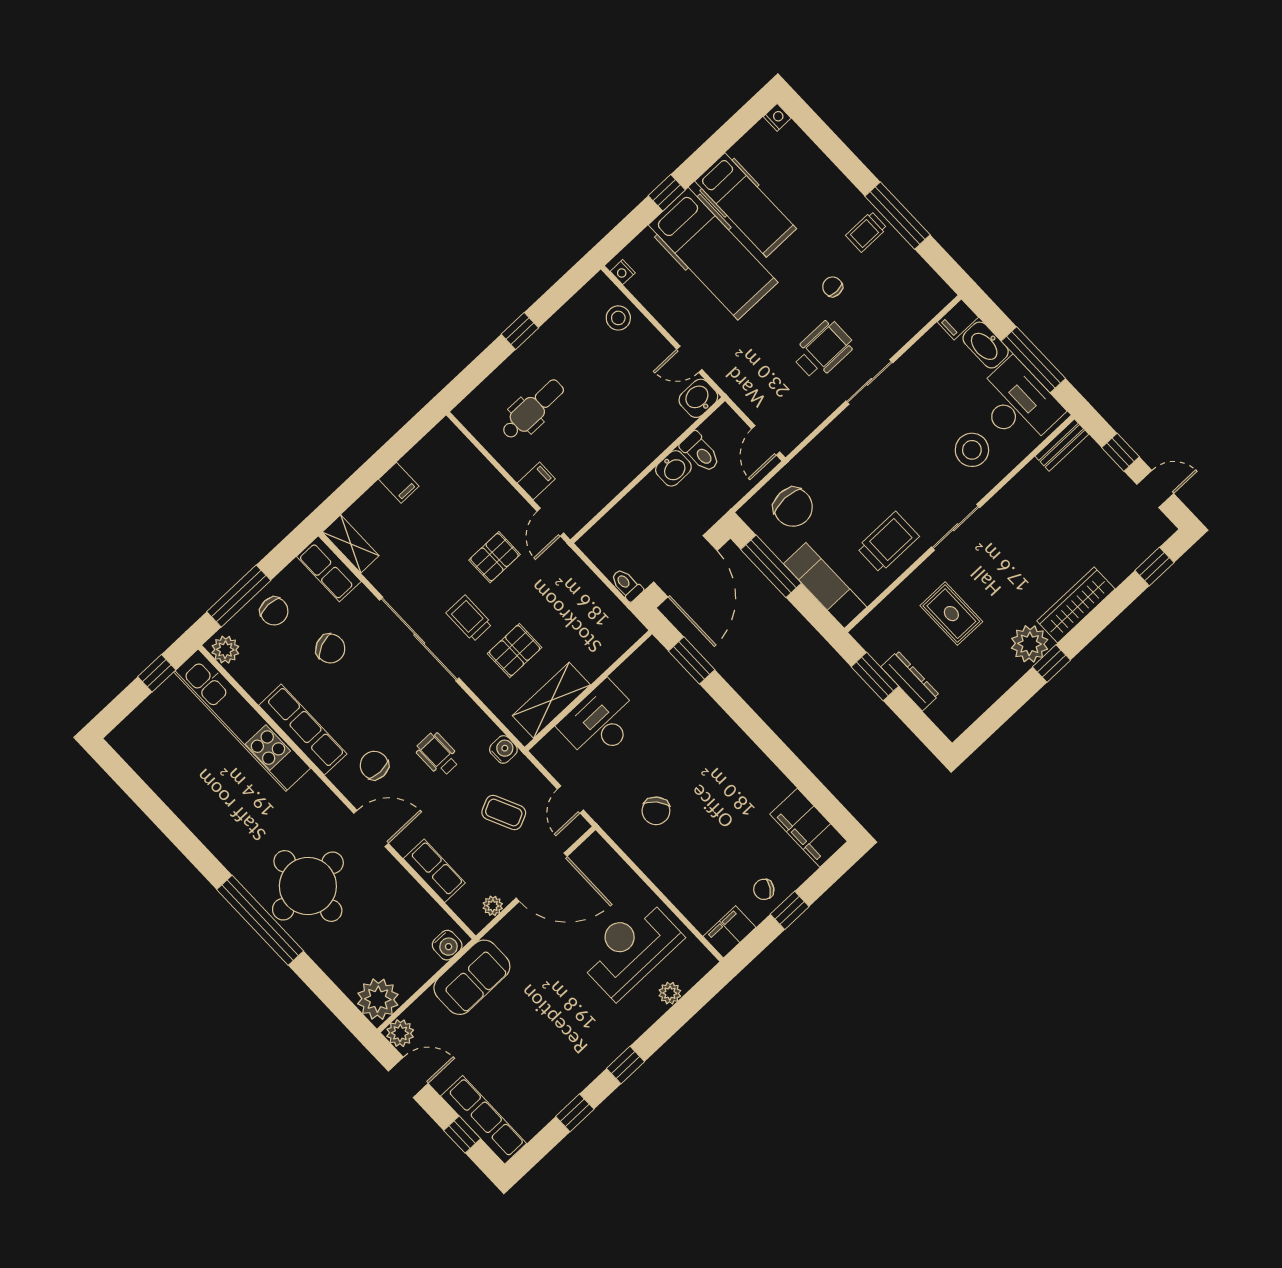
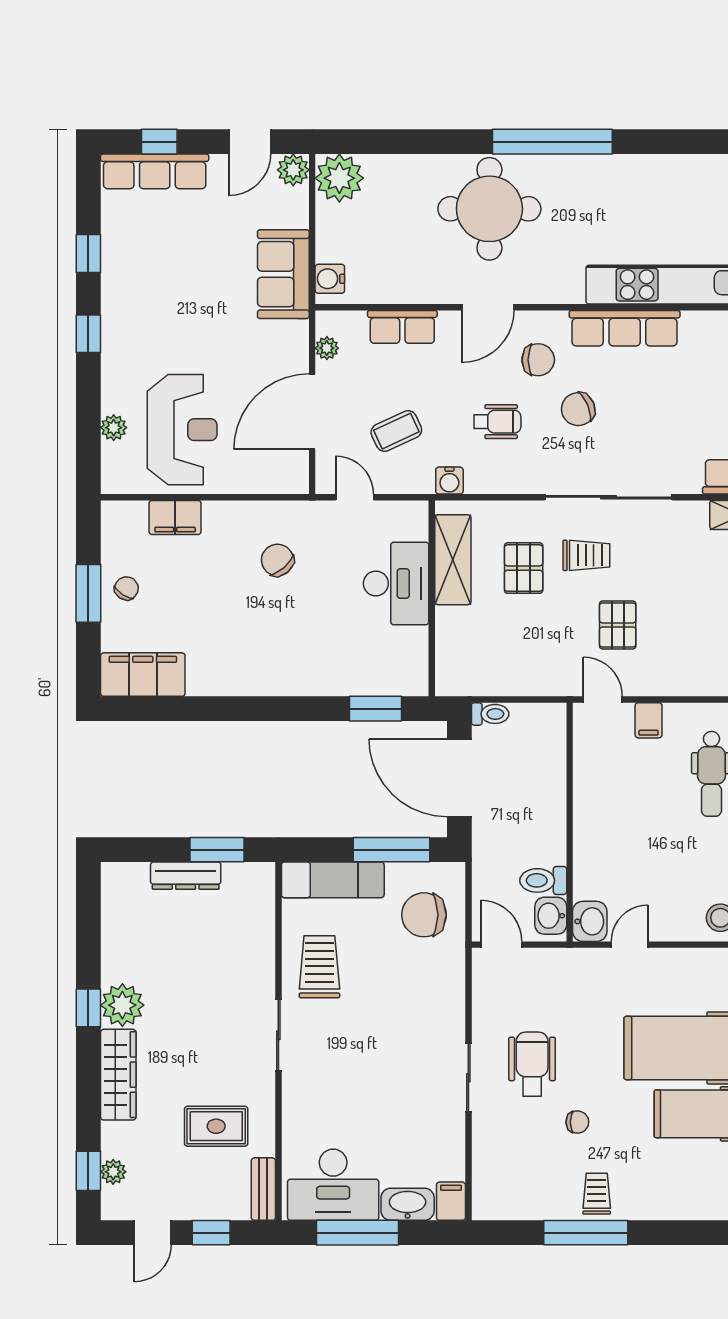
wheelchair: (823, 350) -> (532, 1064), turned 180
stool: (972, 450) -> (330, 1110), removed
washbasin: (673, 468) -> (551, 916), moved
trolley: (888, 542) -> (319, 967), turned 180
plant: (1140, 550) -> (113, 1172), added
rug: (951, 614) -> (216, 1126), moved
chair: (330, 648) -> (578, 409), moved
window: (790, 910) -> (88, 593), width x1.50
window: (260, 920) -> (552, 142), moved
filing cabinet: (730, 932) -> (175, 518), moved, turned 90

